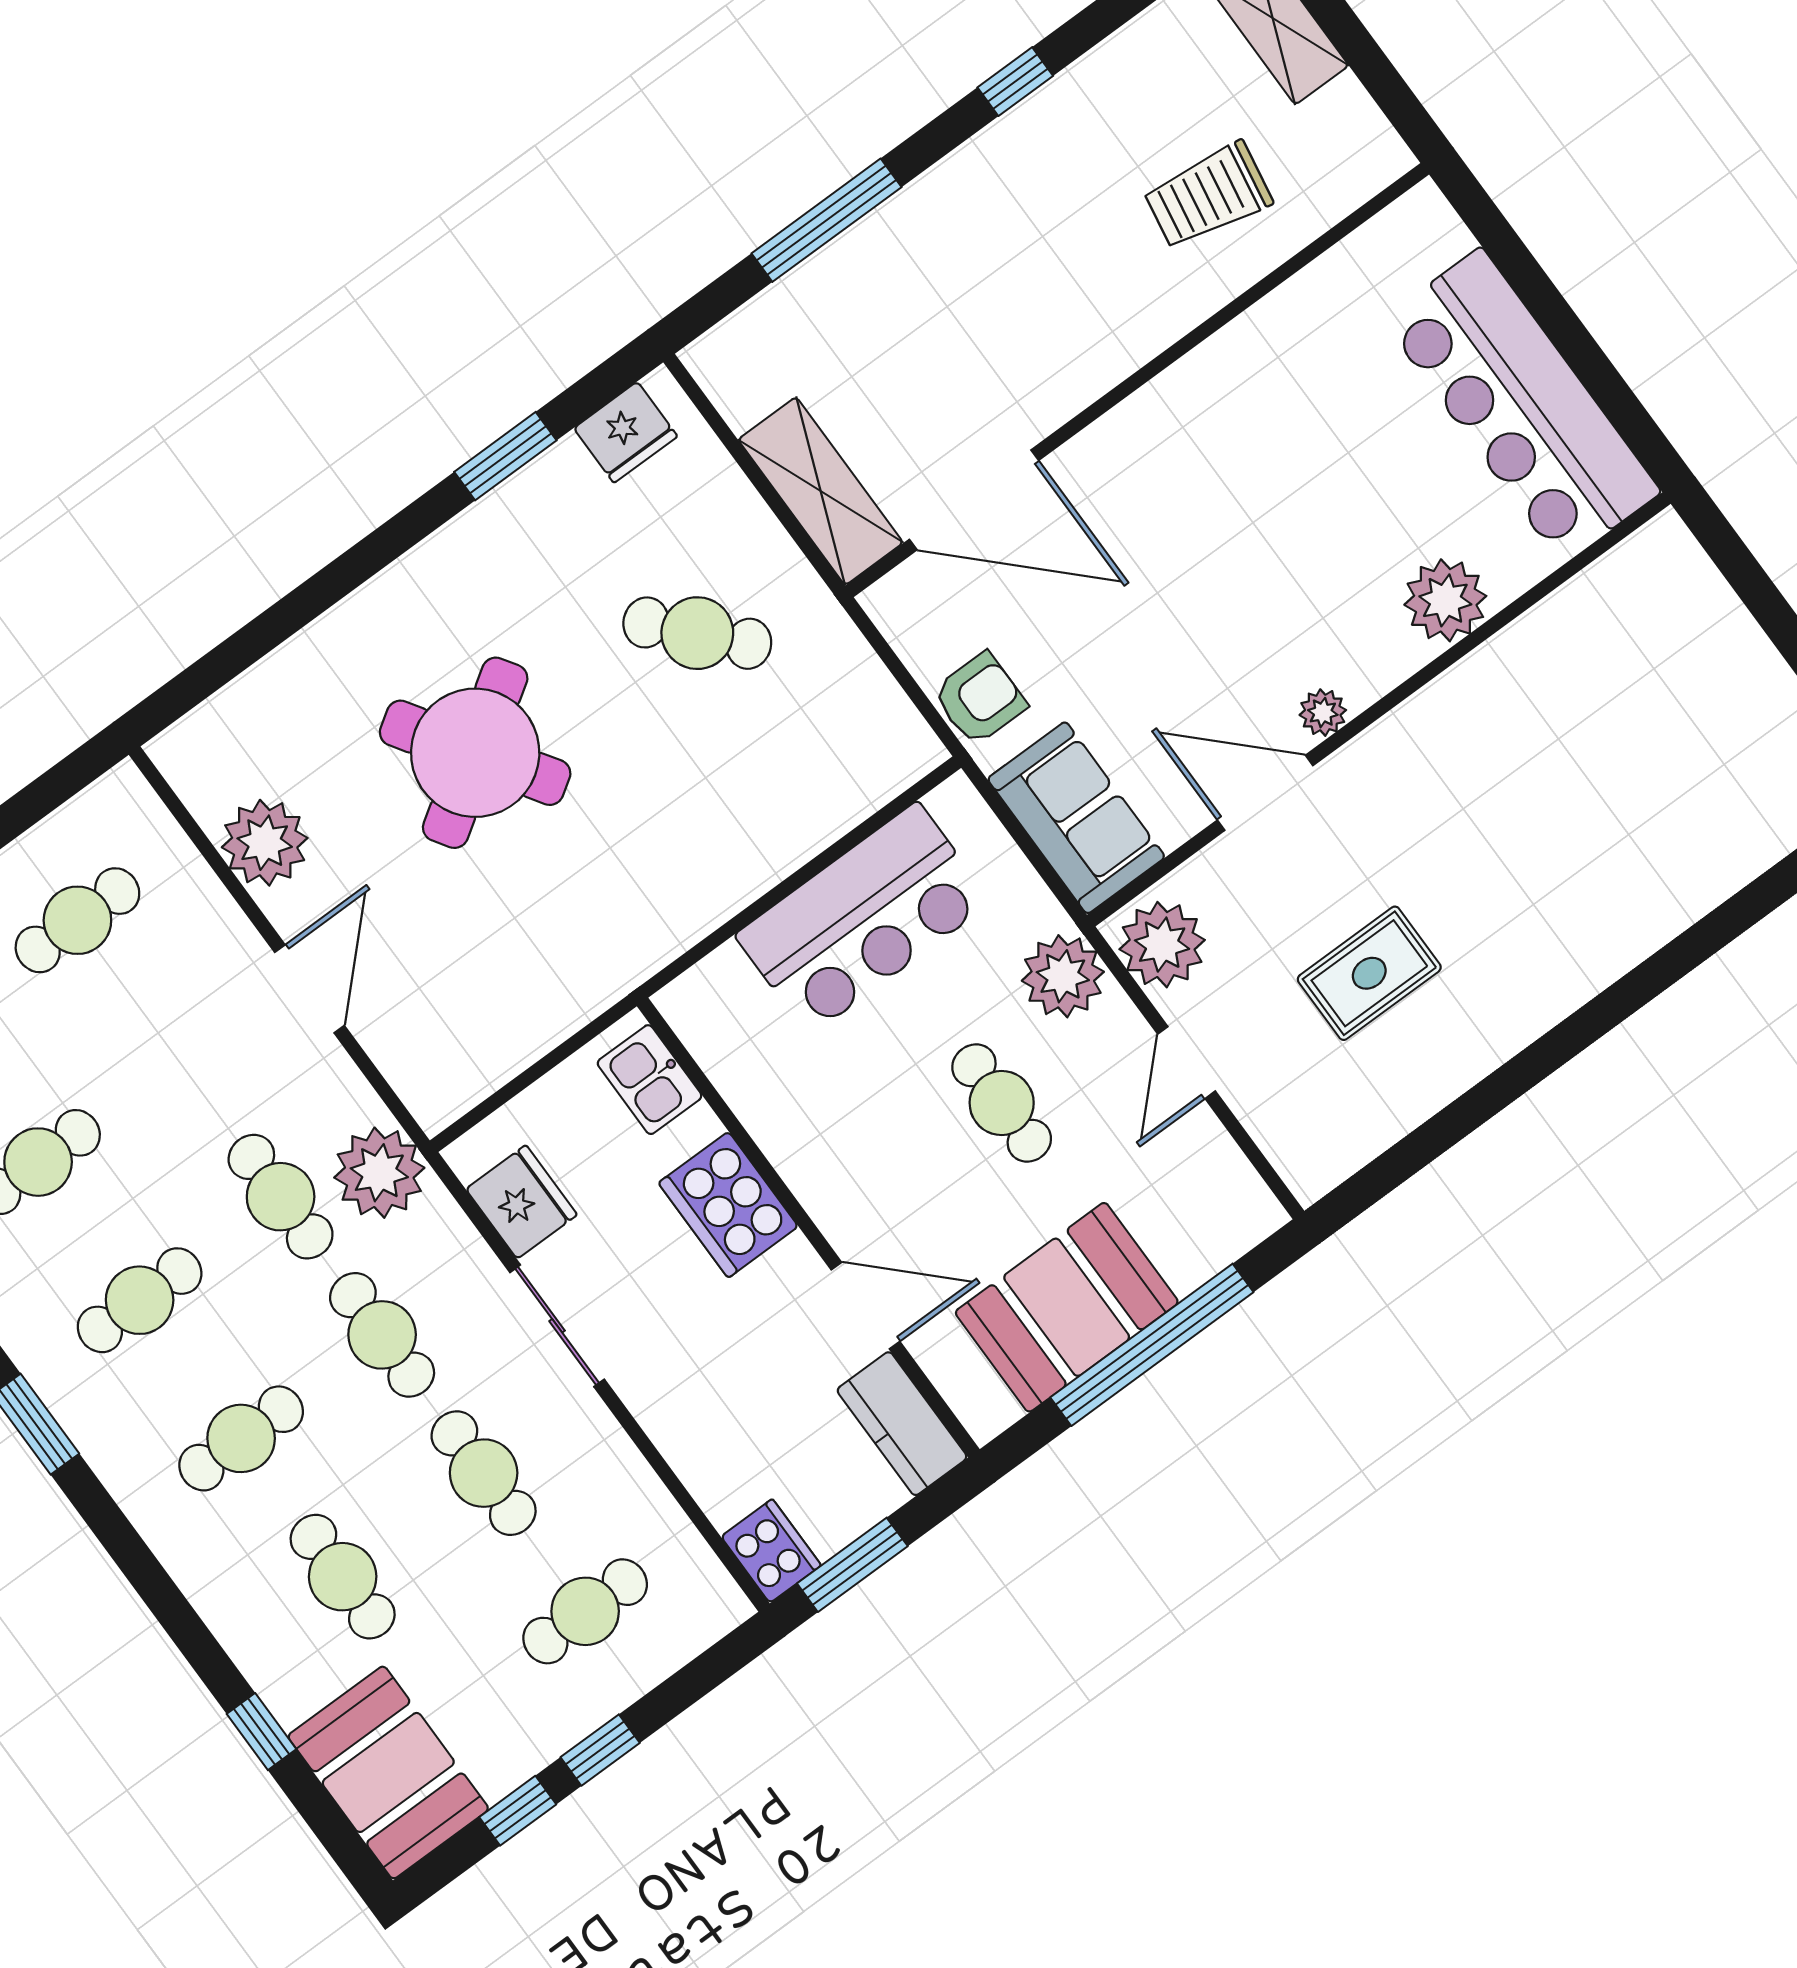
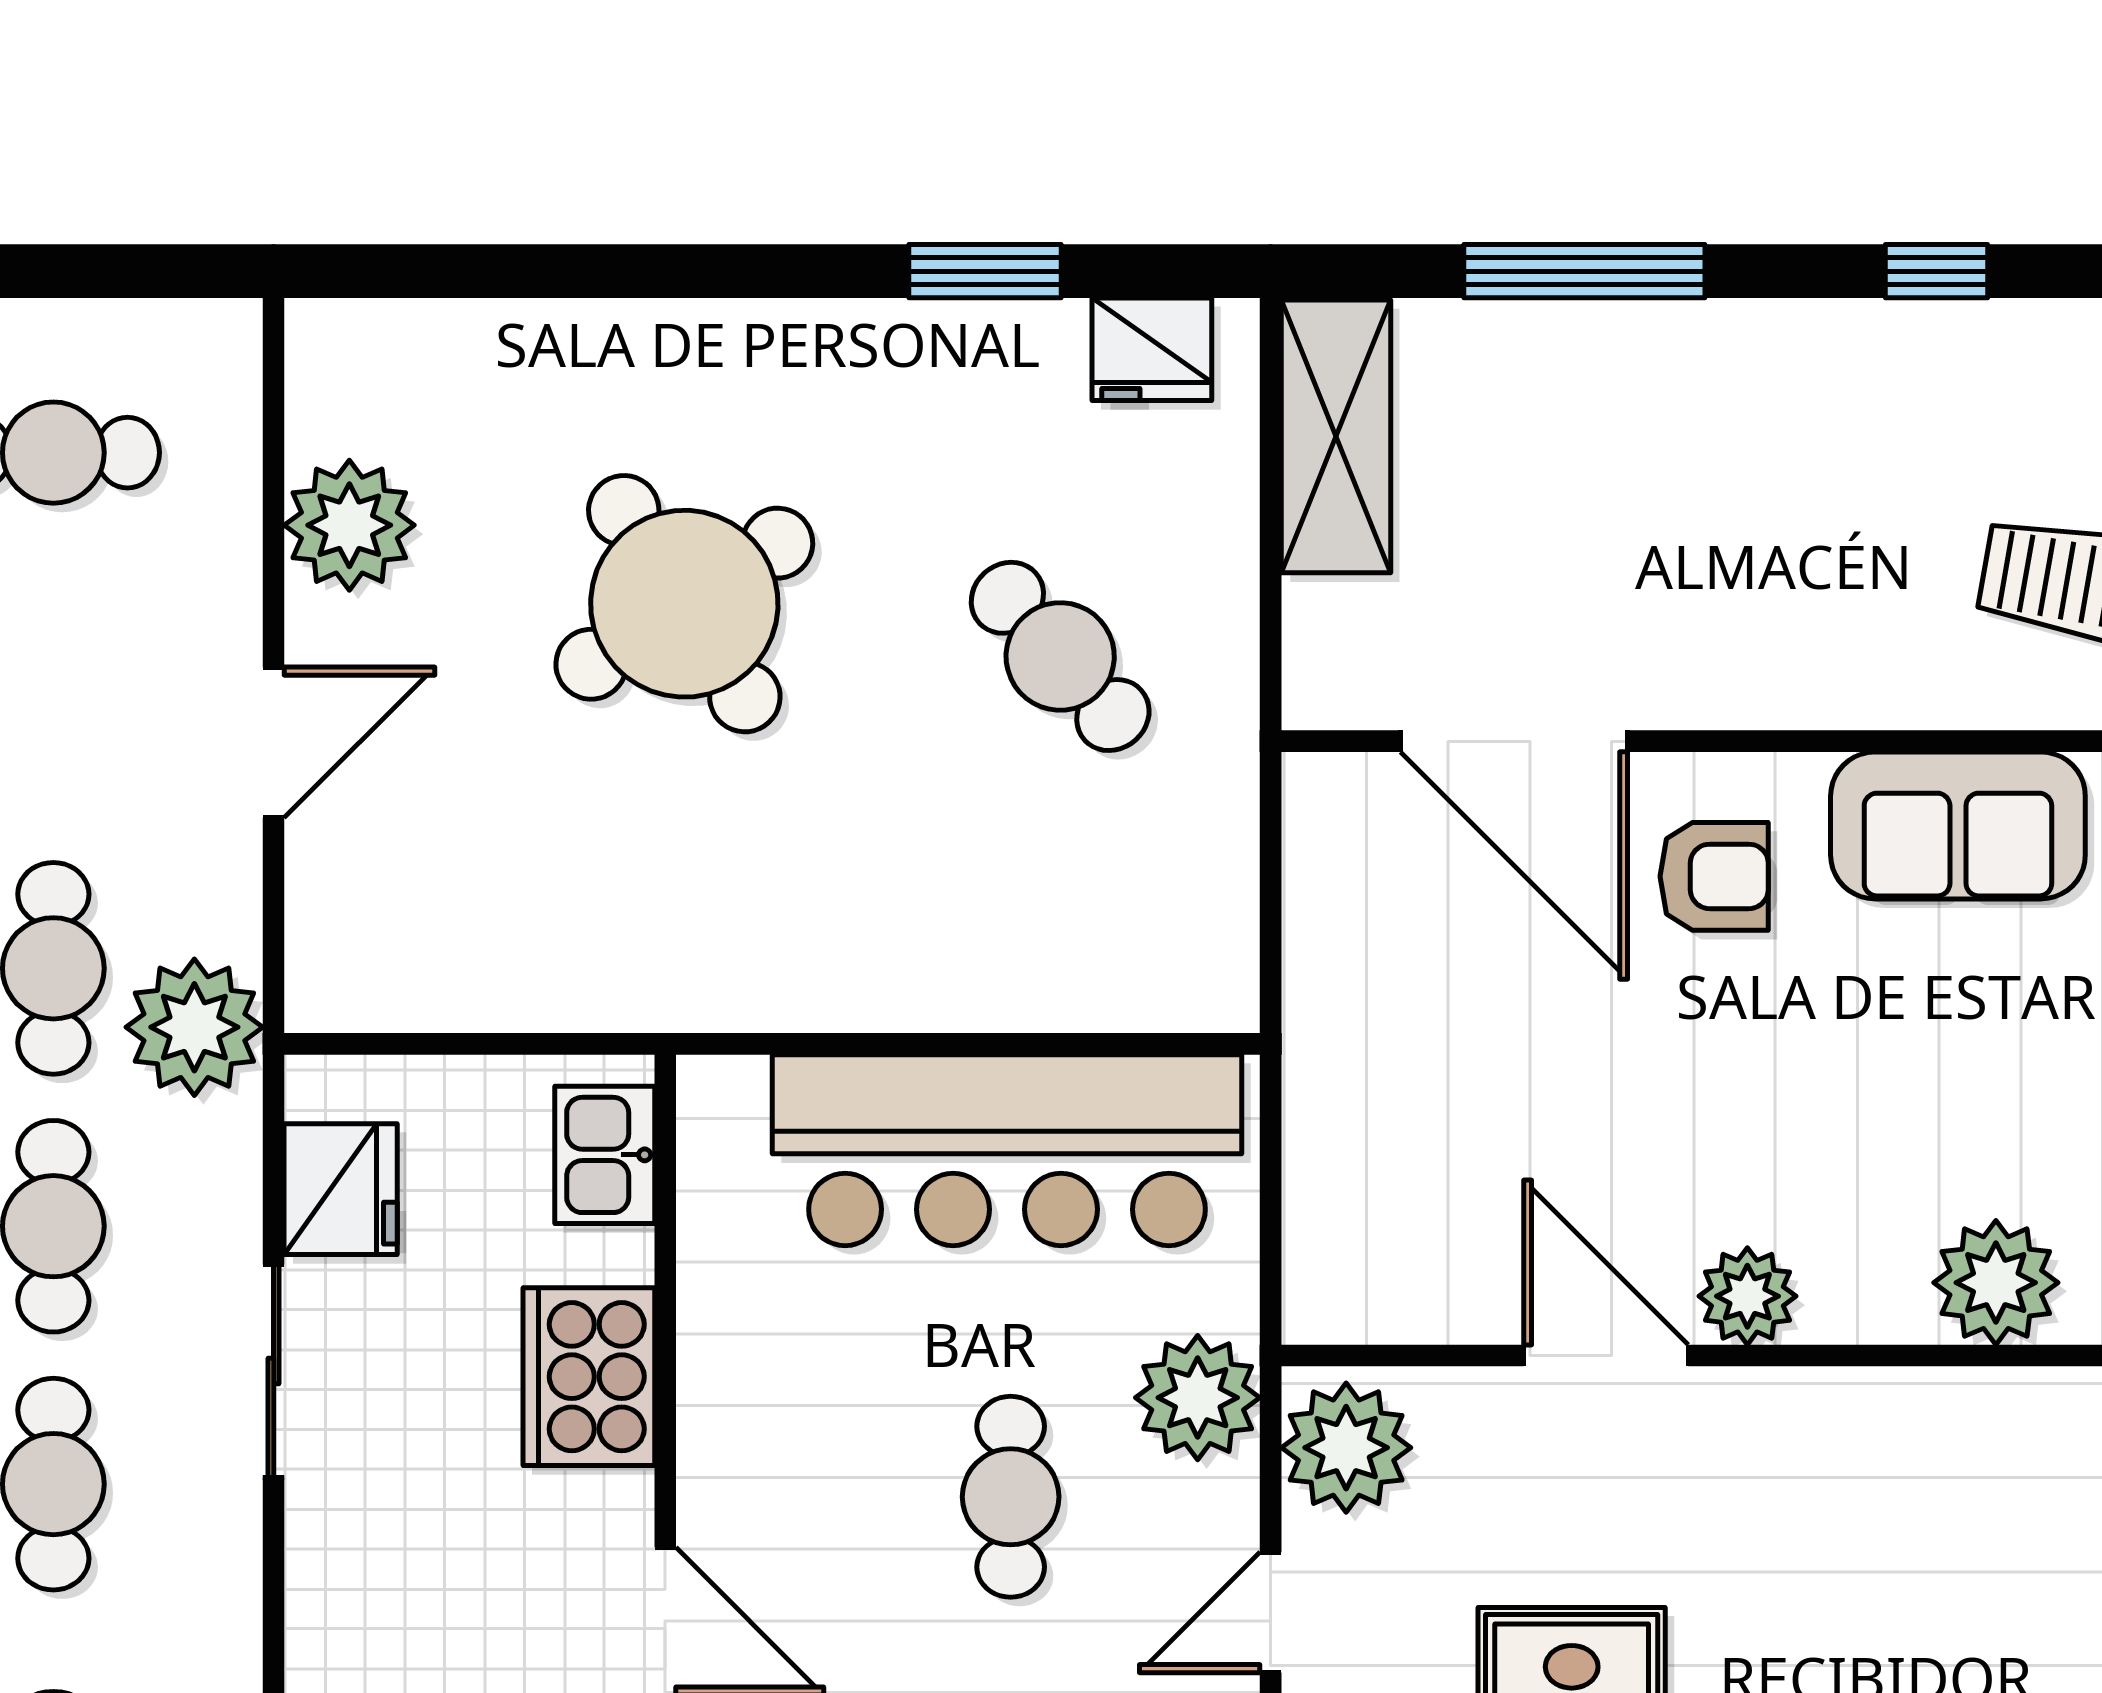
shelving: (821, 491) -> (1336, 436), moved
armchair: (980, 699) -> (1714, 876), moved
plant: (1323, 713) -> (1747, 1296), width x1.38, depth x1.38
sofa: (1076, 818) -> (1958, 825), moved, turned 90
bar counter: (863, 919) -> (1007, 1150), width x1.36

